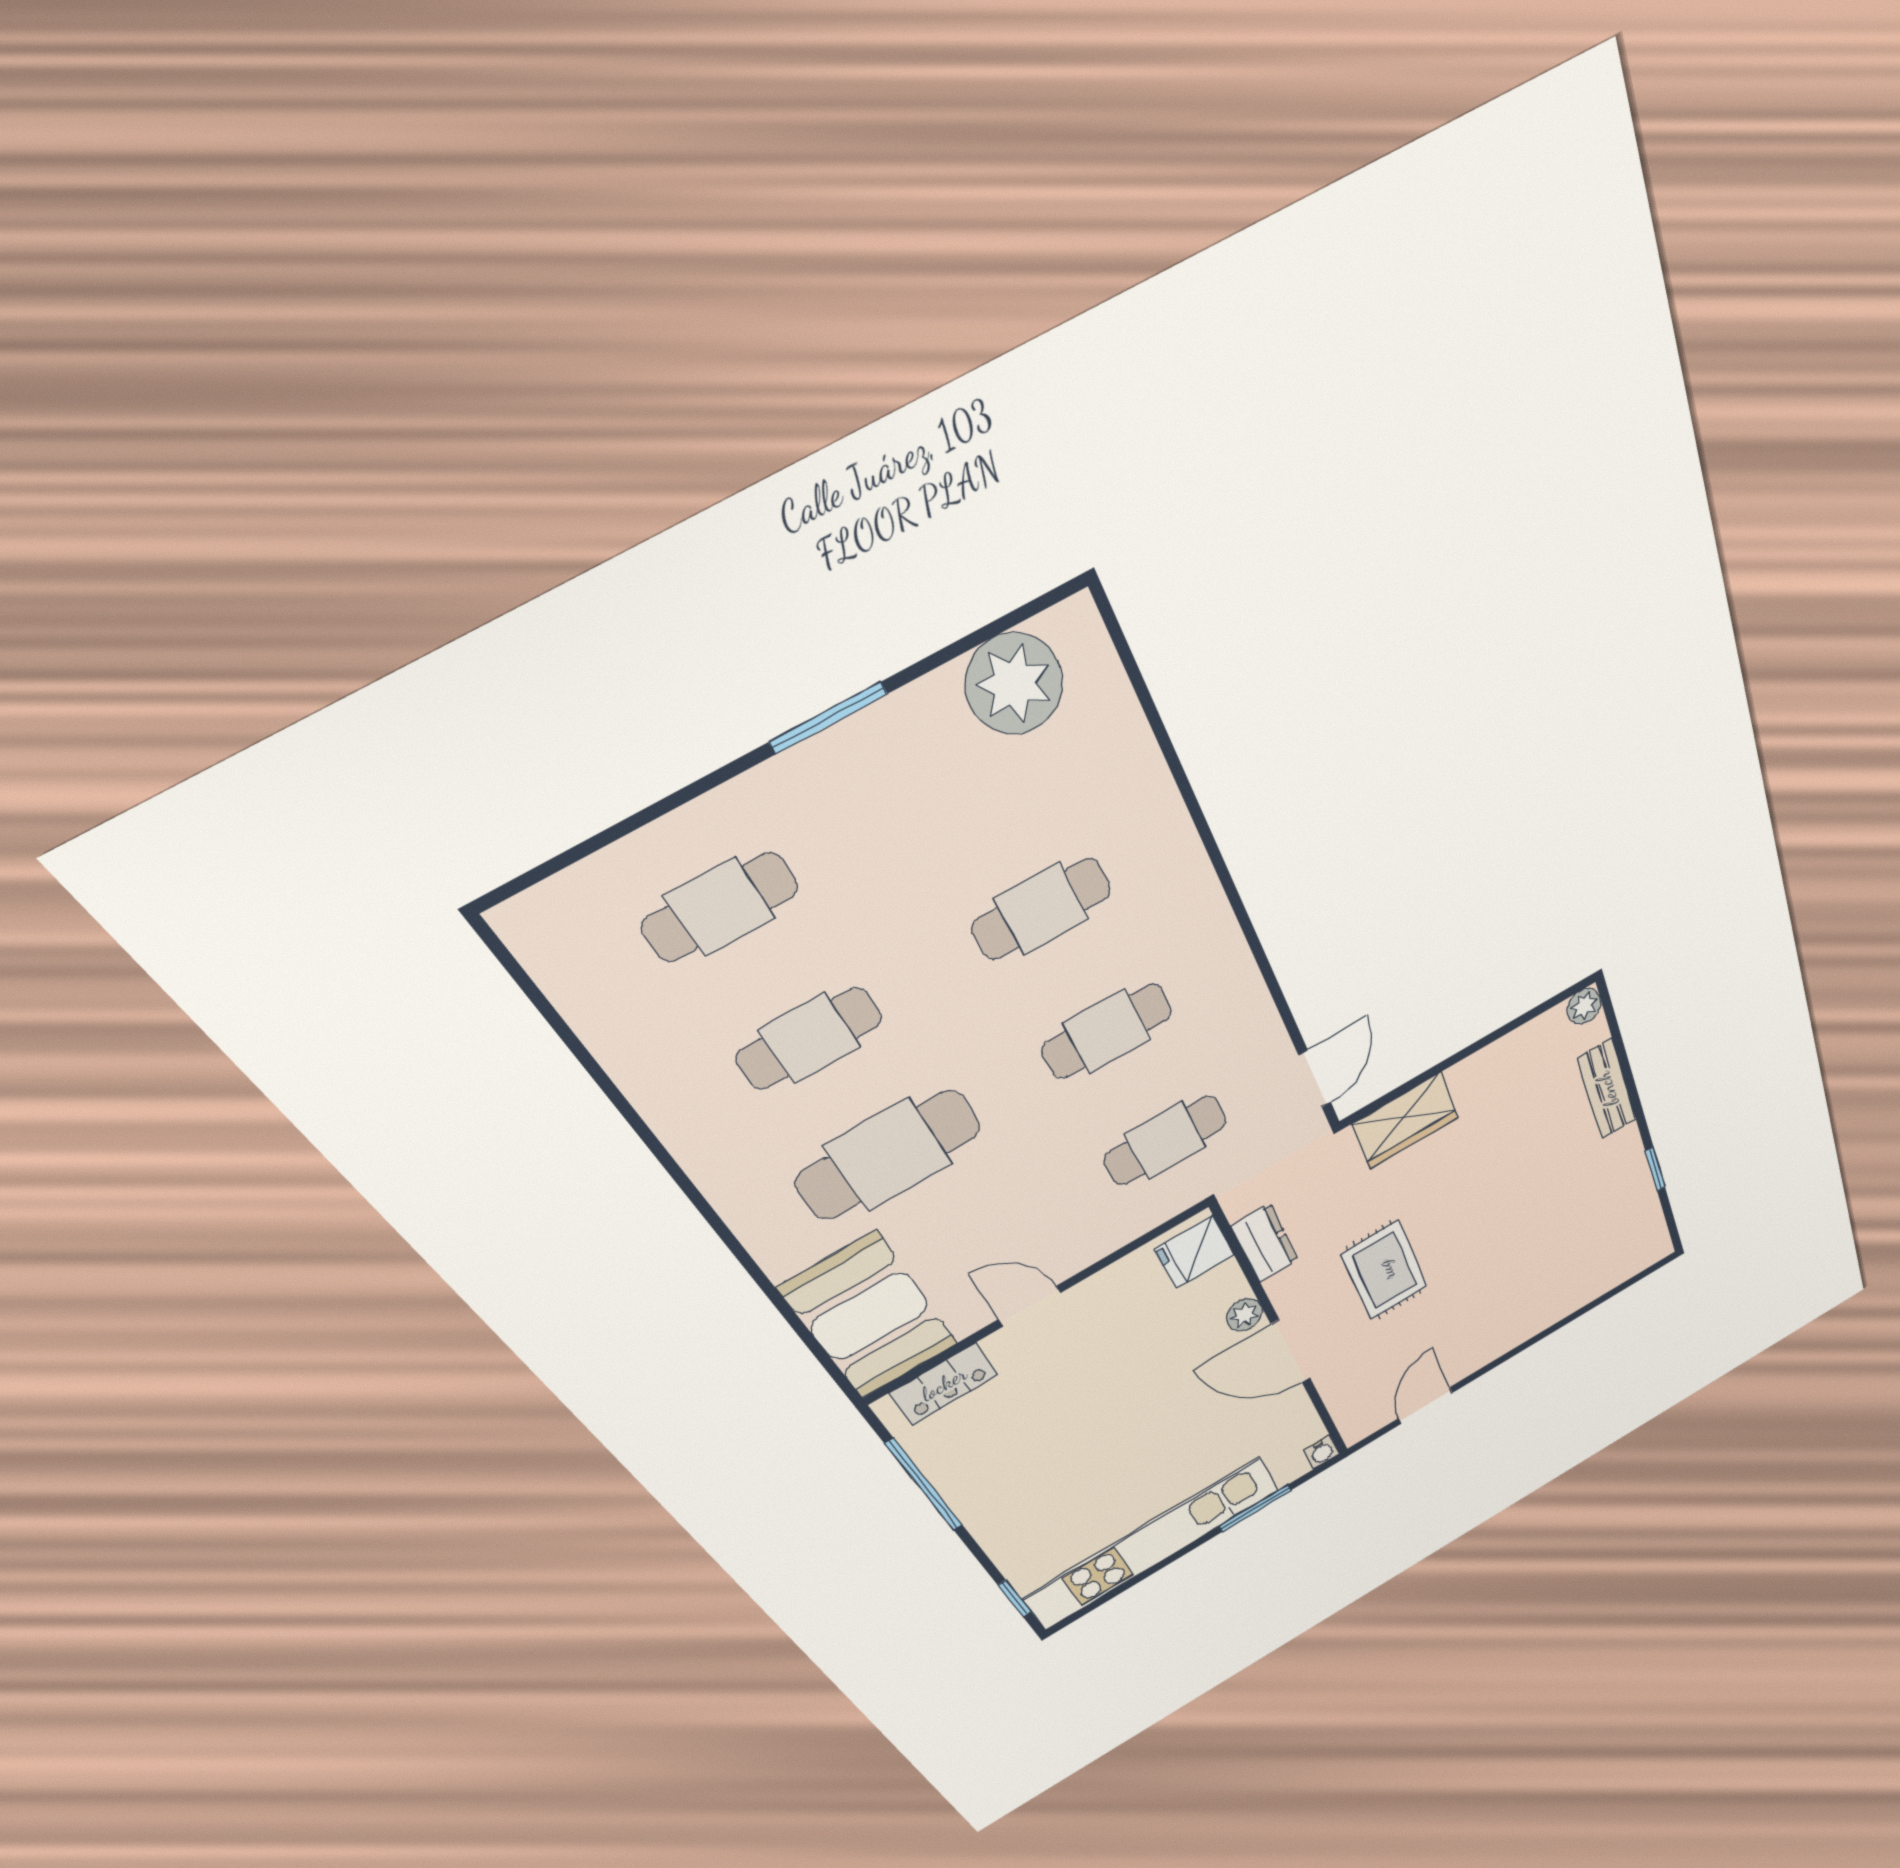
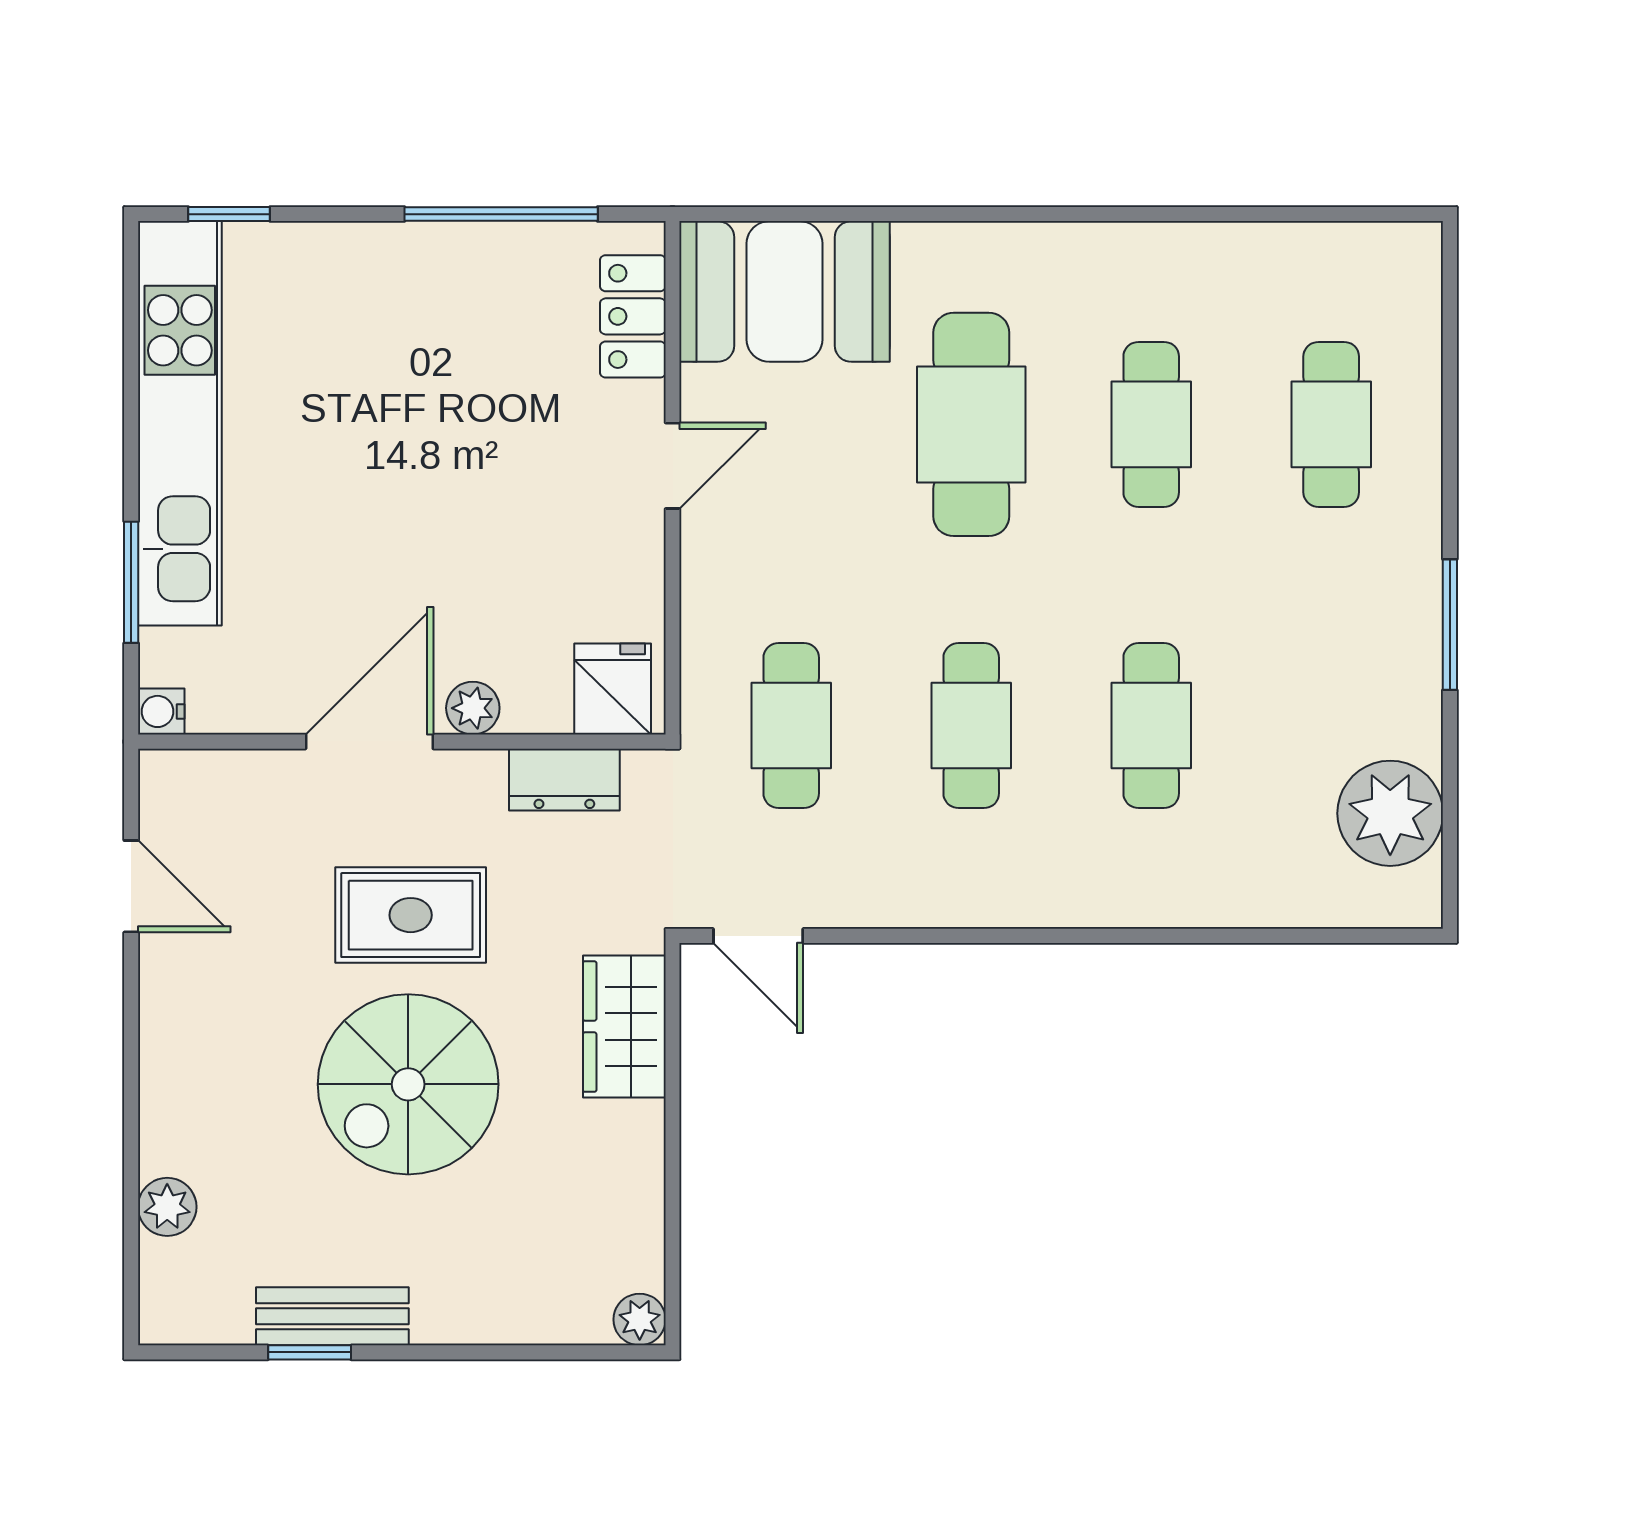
bench: (1607, 1089) -> (332, 1316), moved
spiral stairs: (1485, 1212) -> (408, 1084), added
plant: (1596, 1284) -> (167, 1207), added

